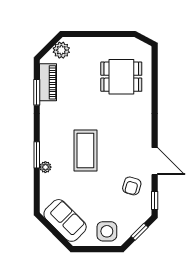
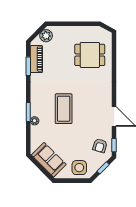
armchair: (132, 186) -> (100, 146), moved

